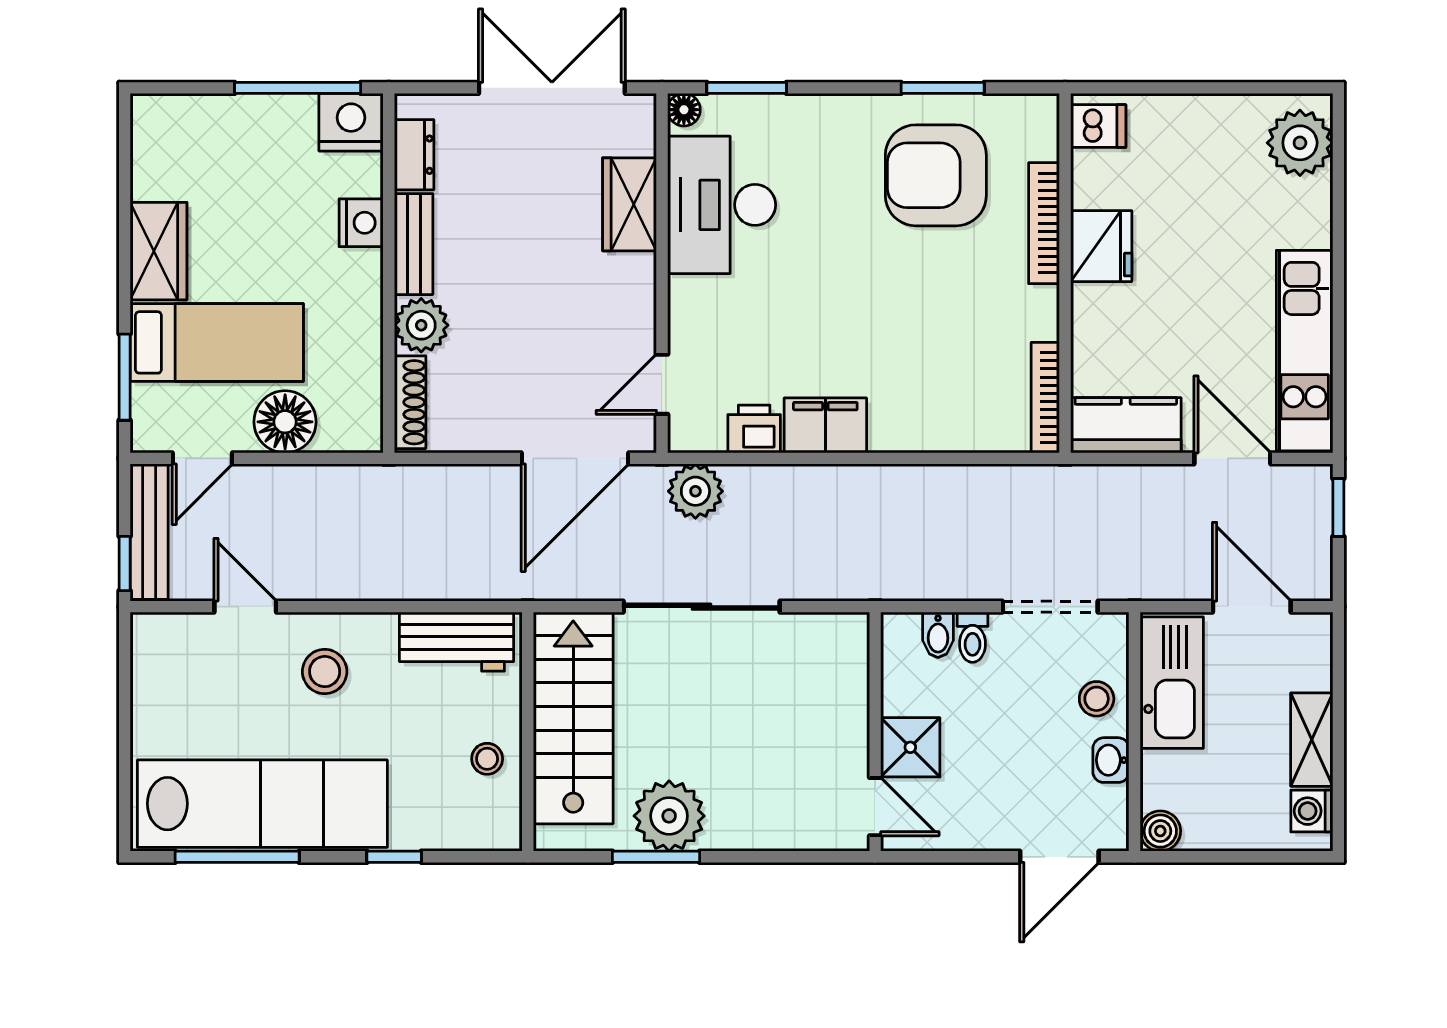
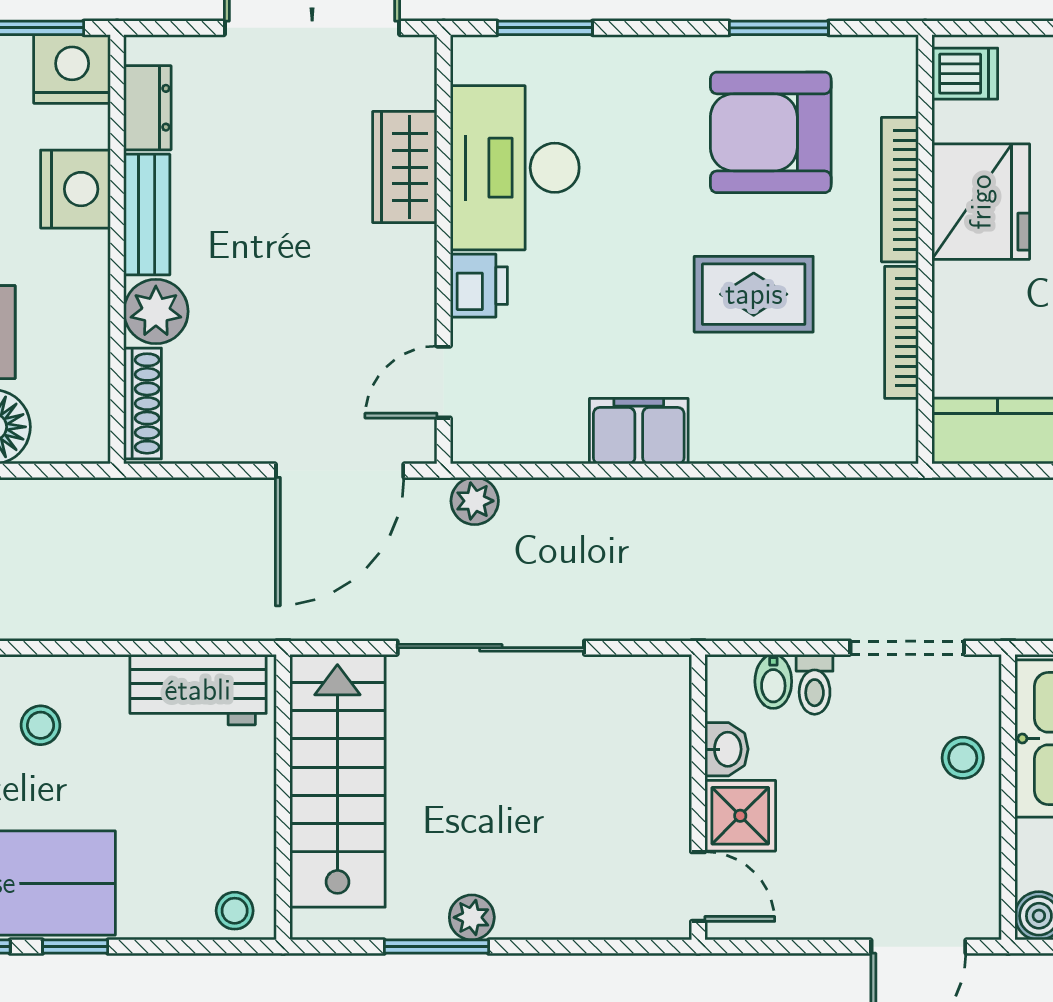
floor lamp: (684, 110) -> (470, 54), removed
nightstand: (361, 223) -> (76, 189), width x1.36, depth x1.33
fridge: (1101, 246) -> (981, 202), width x1.36, depth x1.34
rug: (922, 311) -> (754, 294), added
bookcase: (1045, 398) -> (902, 332), moved
printer: (754, 429) -> (479, 286), moved, turned 90
plant: (695, 491) -> (475, 501), width x0.73, depth x0.73
stool: (325, 672) -> (41, 725), width x0.73, depth x0.73
stool: (487, 759) -> (235, 911), moved
washbasin: (1111, 760) -> (726, 749), moved, turned 180
plant: (669, 816) -> (472, 917), width x0.53, depth x0.53
window: (394, 857) -> (75, 947), moved

